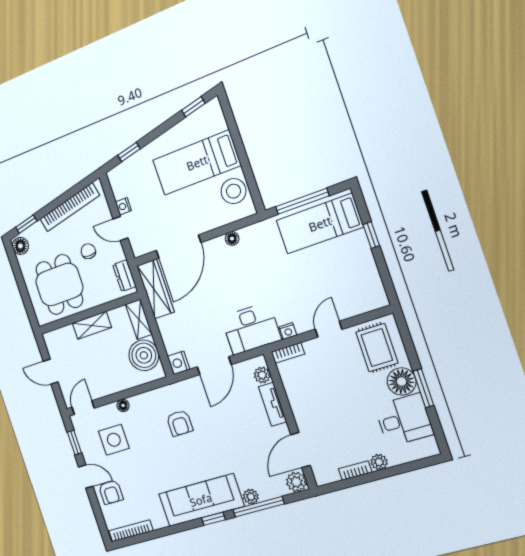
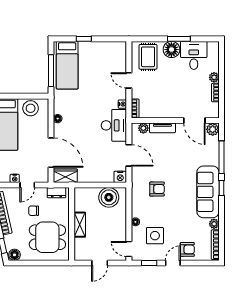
wardrobe: (156, 289) -> (65, 176), width x0.67
shelving: (139, 319) -> (86, 193), removed
rug: (377, 348) -> (148, 57), turned 90
plant: (251, 497) -> (214, 224), moved

